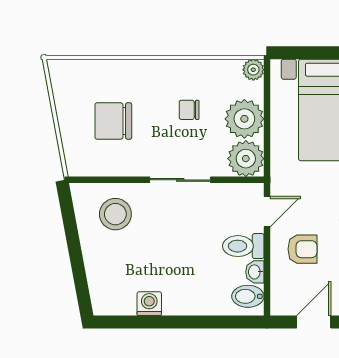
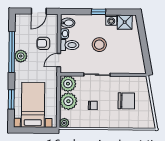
stool: (115, 214) -> (99, 45), moved
shower: (119, 299) -> (125, 22), added
window: (178, 322) -> (98, 12), added

